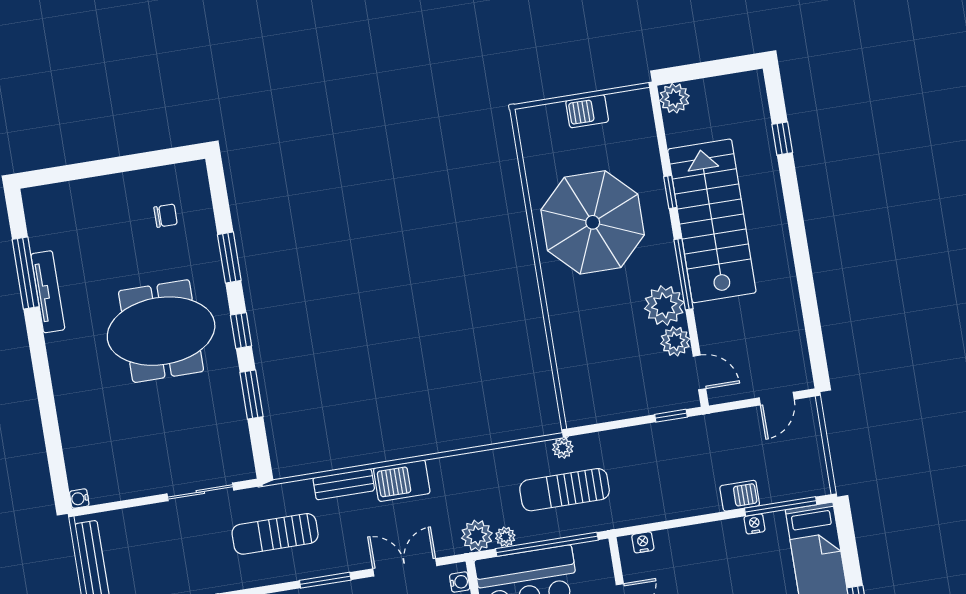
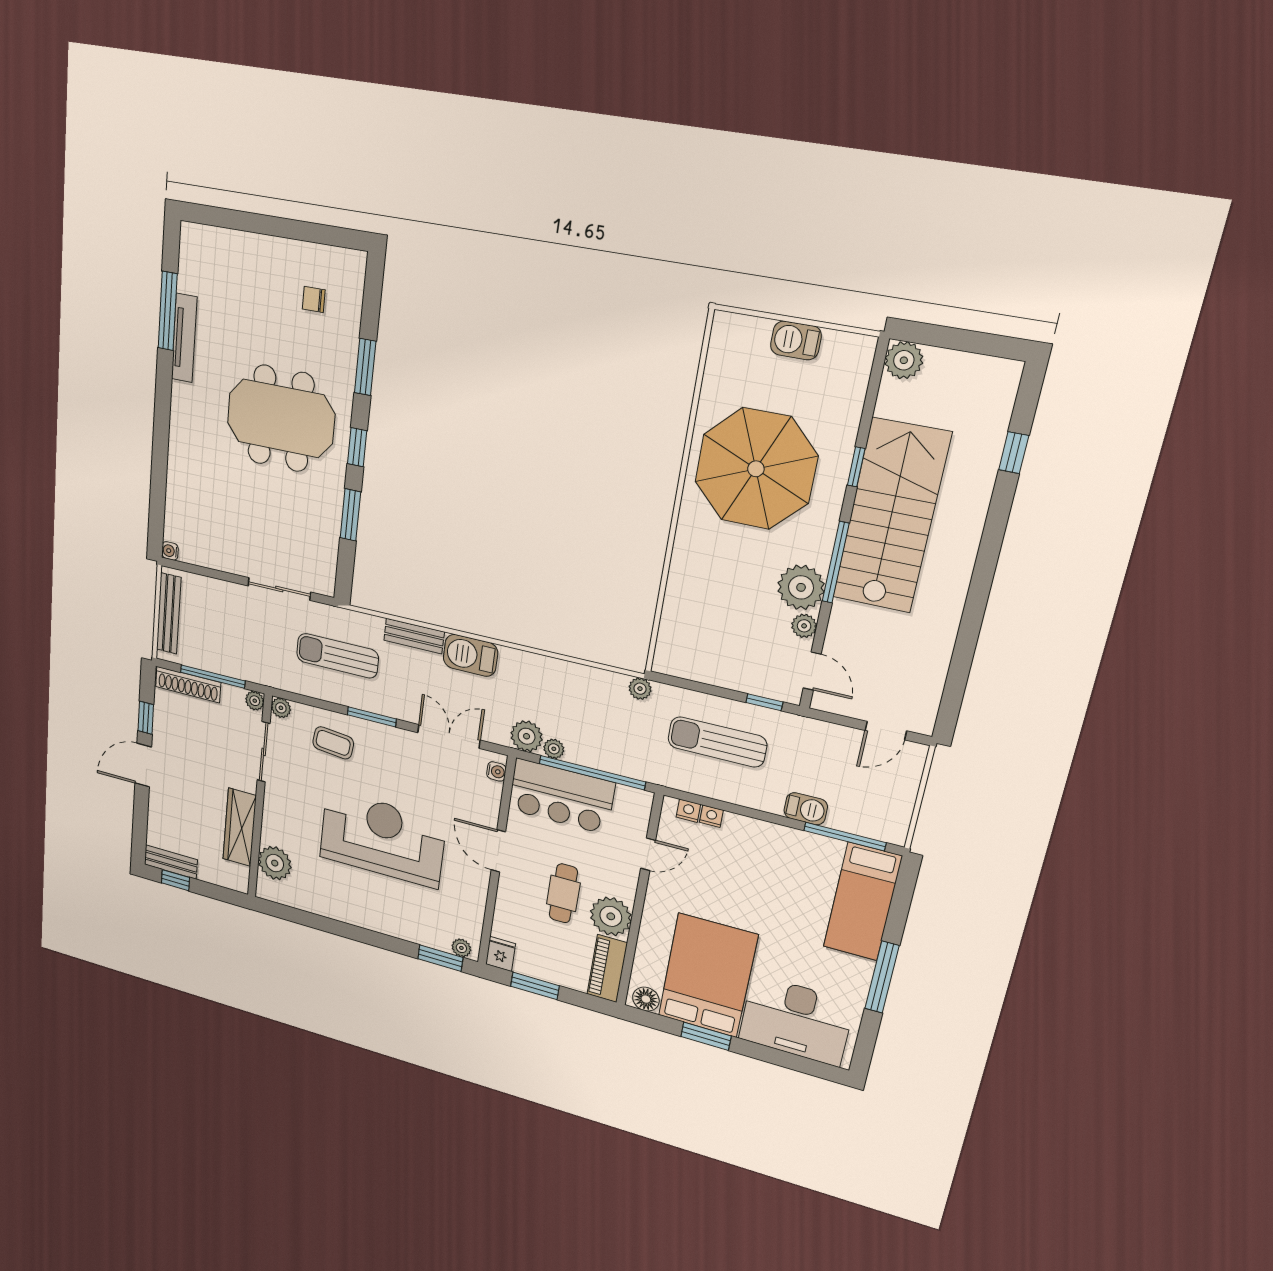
chair: (166, 216) -> (314, 299), turned 180
plant: (675, 341) -> (804, 626), width x0.73, depth x0.73
sun lounger: (565, 490) -> (717, 742), moved
nightstand: (755, 524) -> (711, 816), moved

